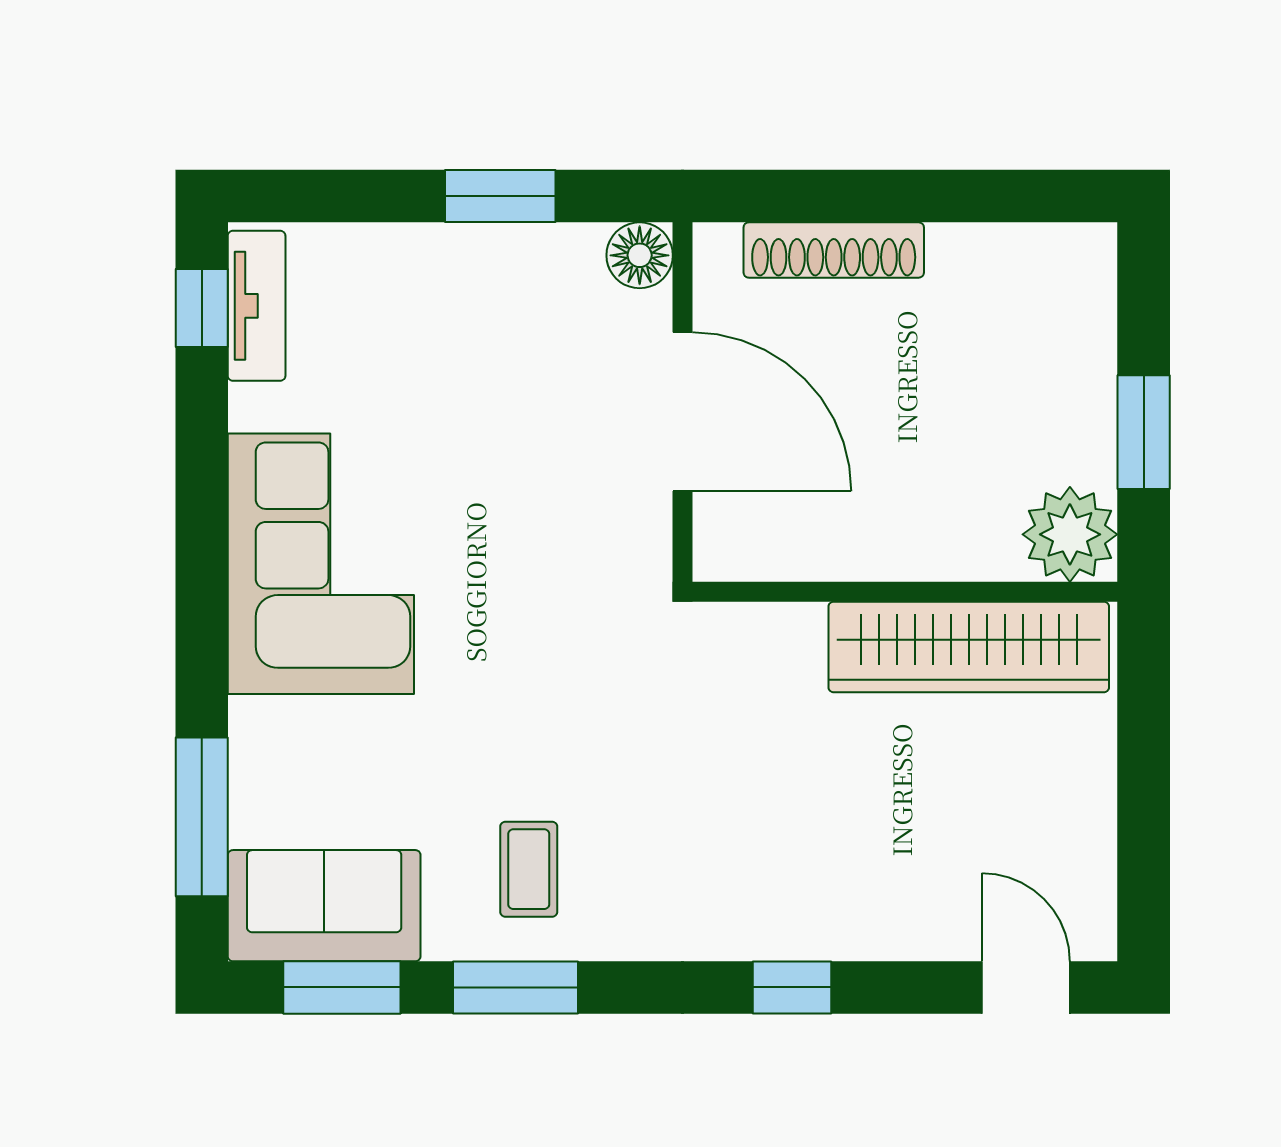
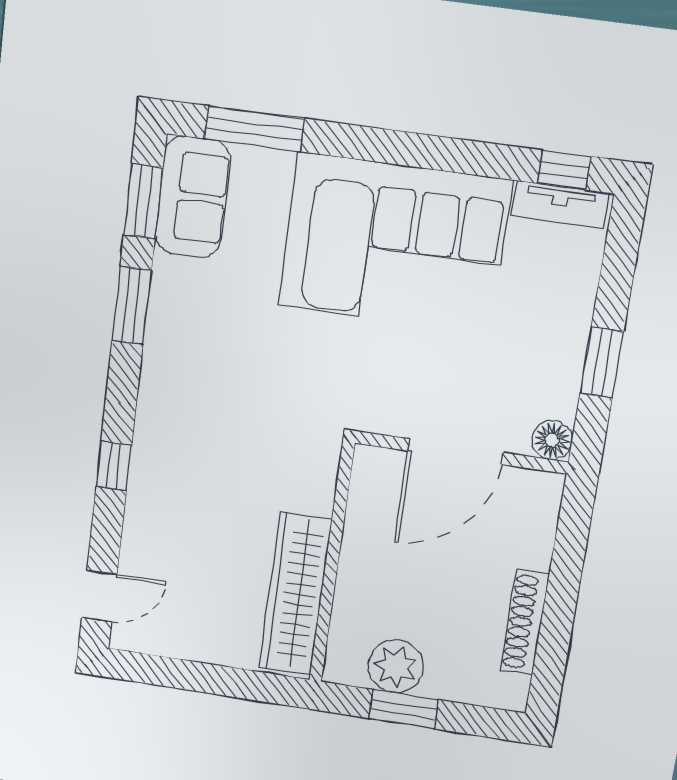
shoe rack: (834, 250) -> (525, 622), moved
plant: (1070, 534) -> (396, 667), moved
corner sofa: (321, 564) -> (394, 243), width x1.36, depth x1.36
coffee table: (529, 869) -> (200, 323), removed

